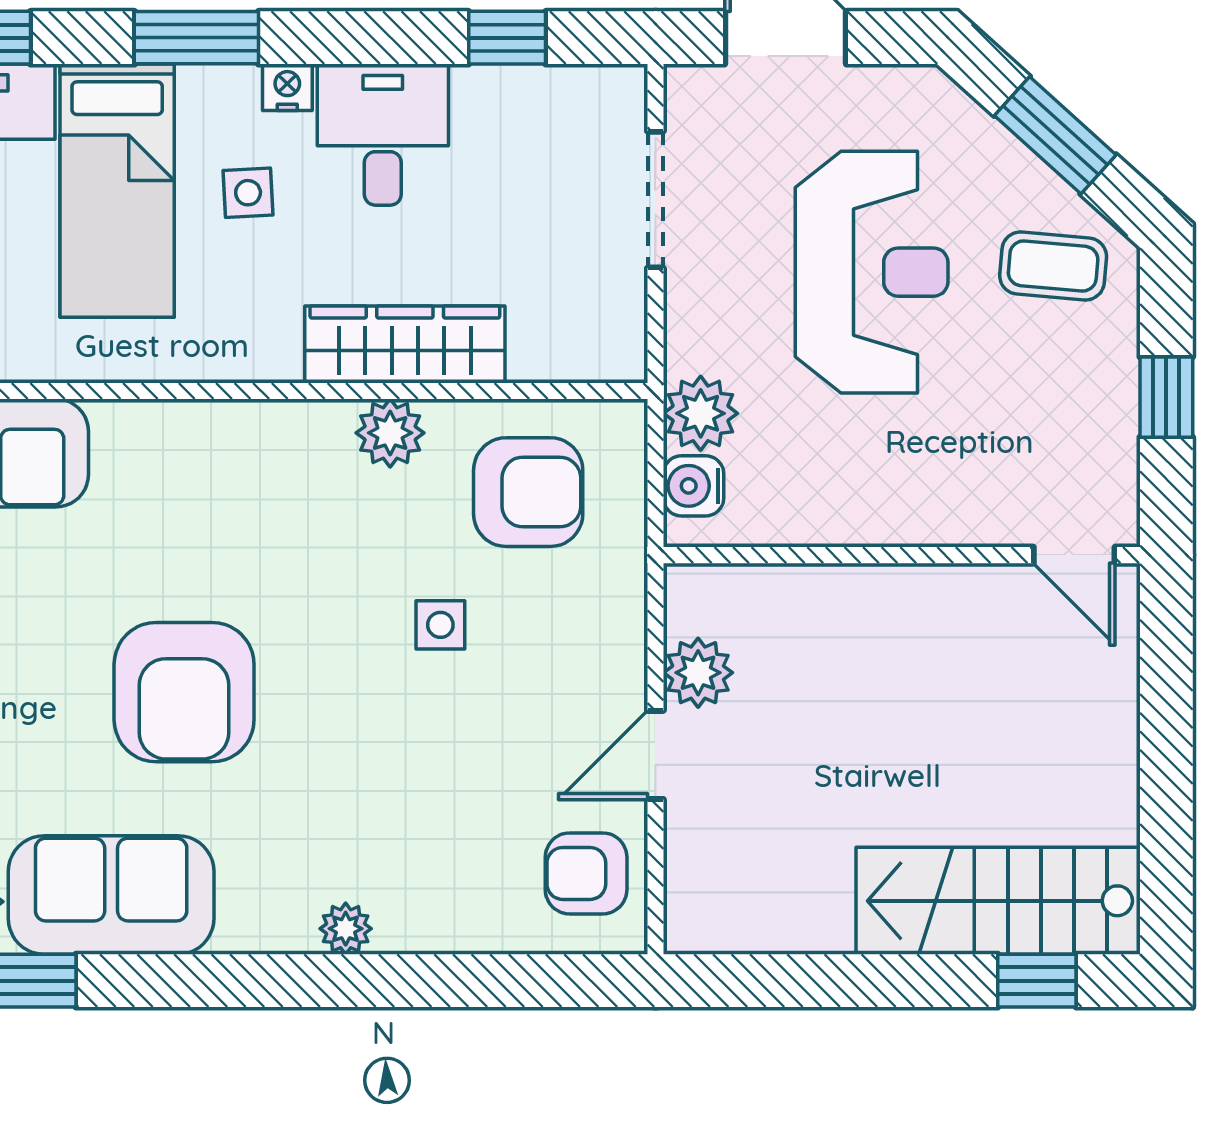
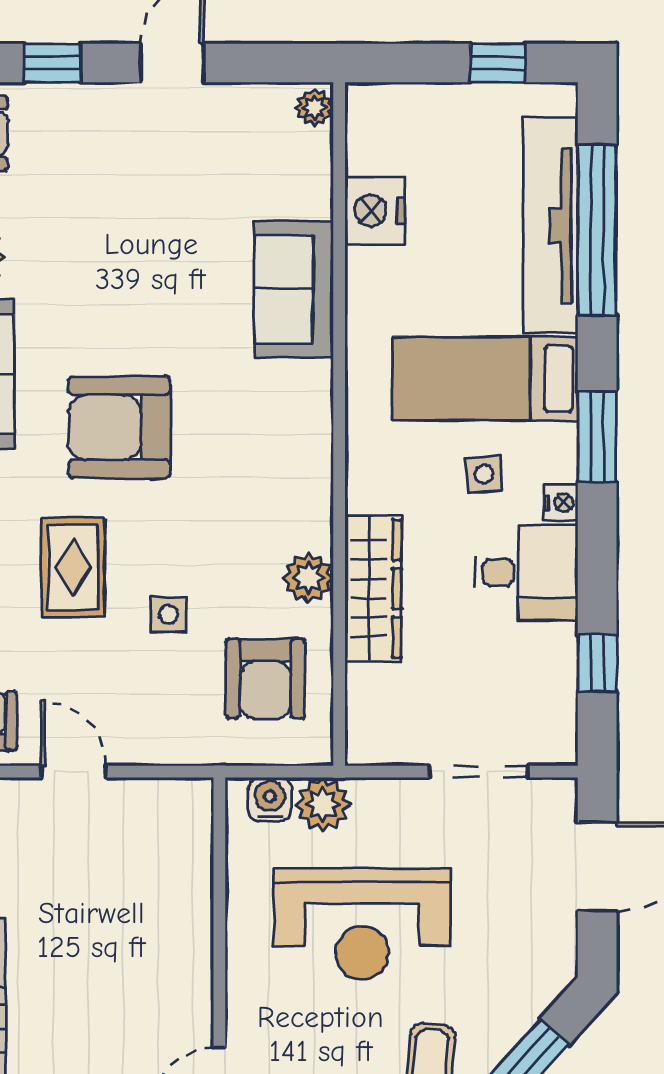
reception desk: (872, 272) -> (362, 924), moved
plant: (698, 673) -> (133, 803), removed
rug: (376, 755) -> (73, 567), added

